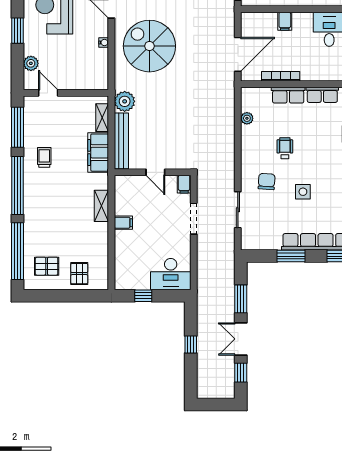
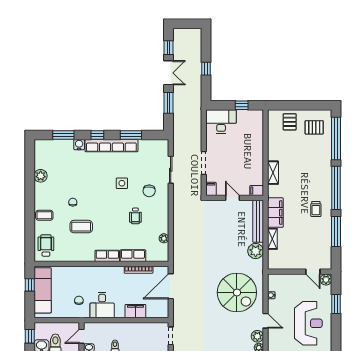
filing cabinet: (285, 21) -> (135, 311), width x2.00
door: (48, 93) -> (313, 272), moved
wall: (66, 93) -> (300, 272), moved
filing cabinet: (123, 223) -> (257, 191), moved

